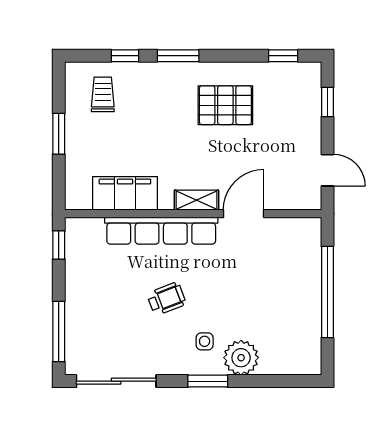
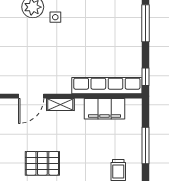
window: (59, 134) -> (146, 146), width x1.44
row of seats: (161, 231) -> (107, 86), moved
wheelchair: (166, 299) -> (79, 44), removed

